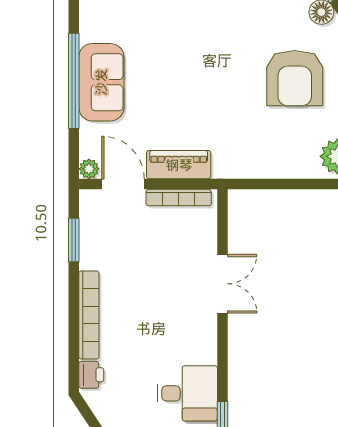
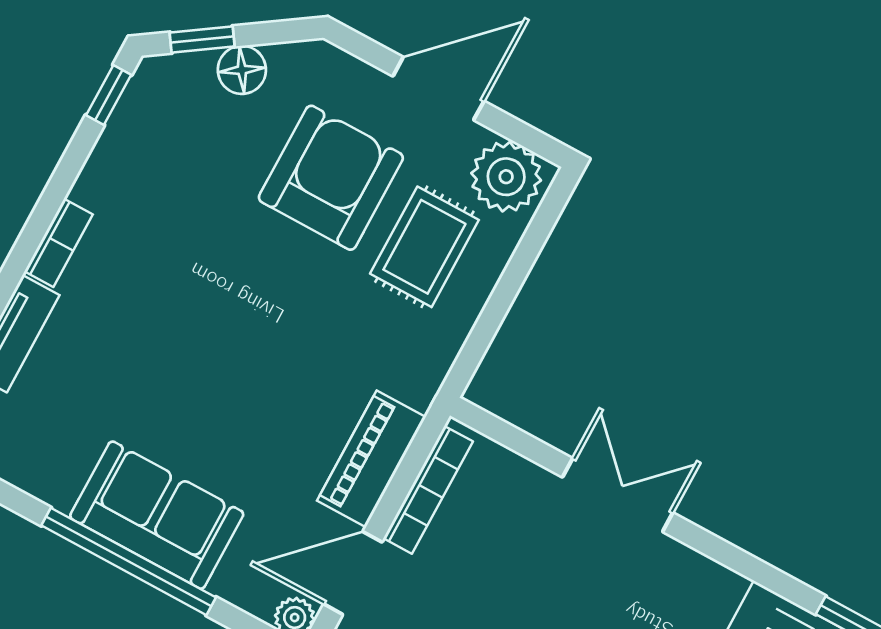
armchair: (295, 78) -> (331, 178), turned -90
rug: (287, 137) -> (424, 247), added

